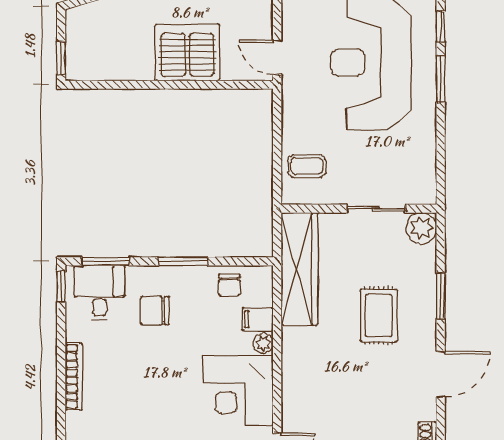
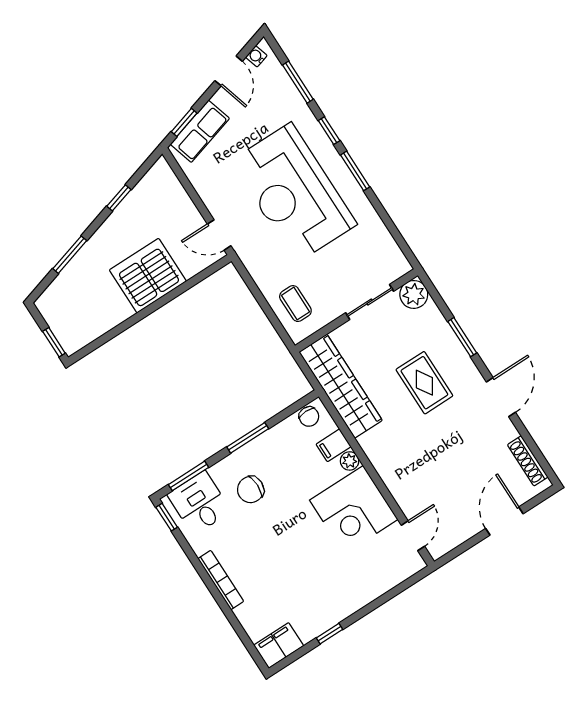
coffee table: (307, 166) -> (295, 304), turned 90
chair: (229, 285) -> (309, 417), moved

